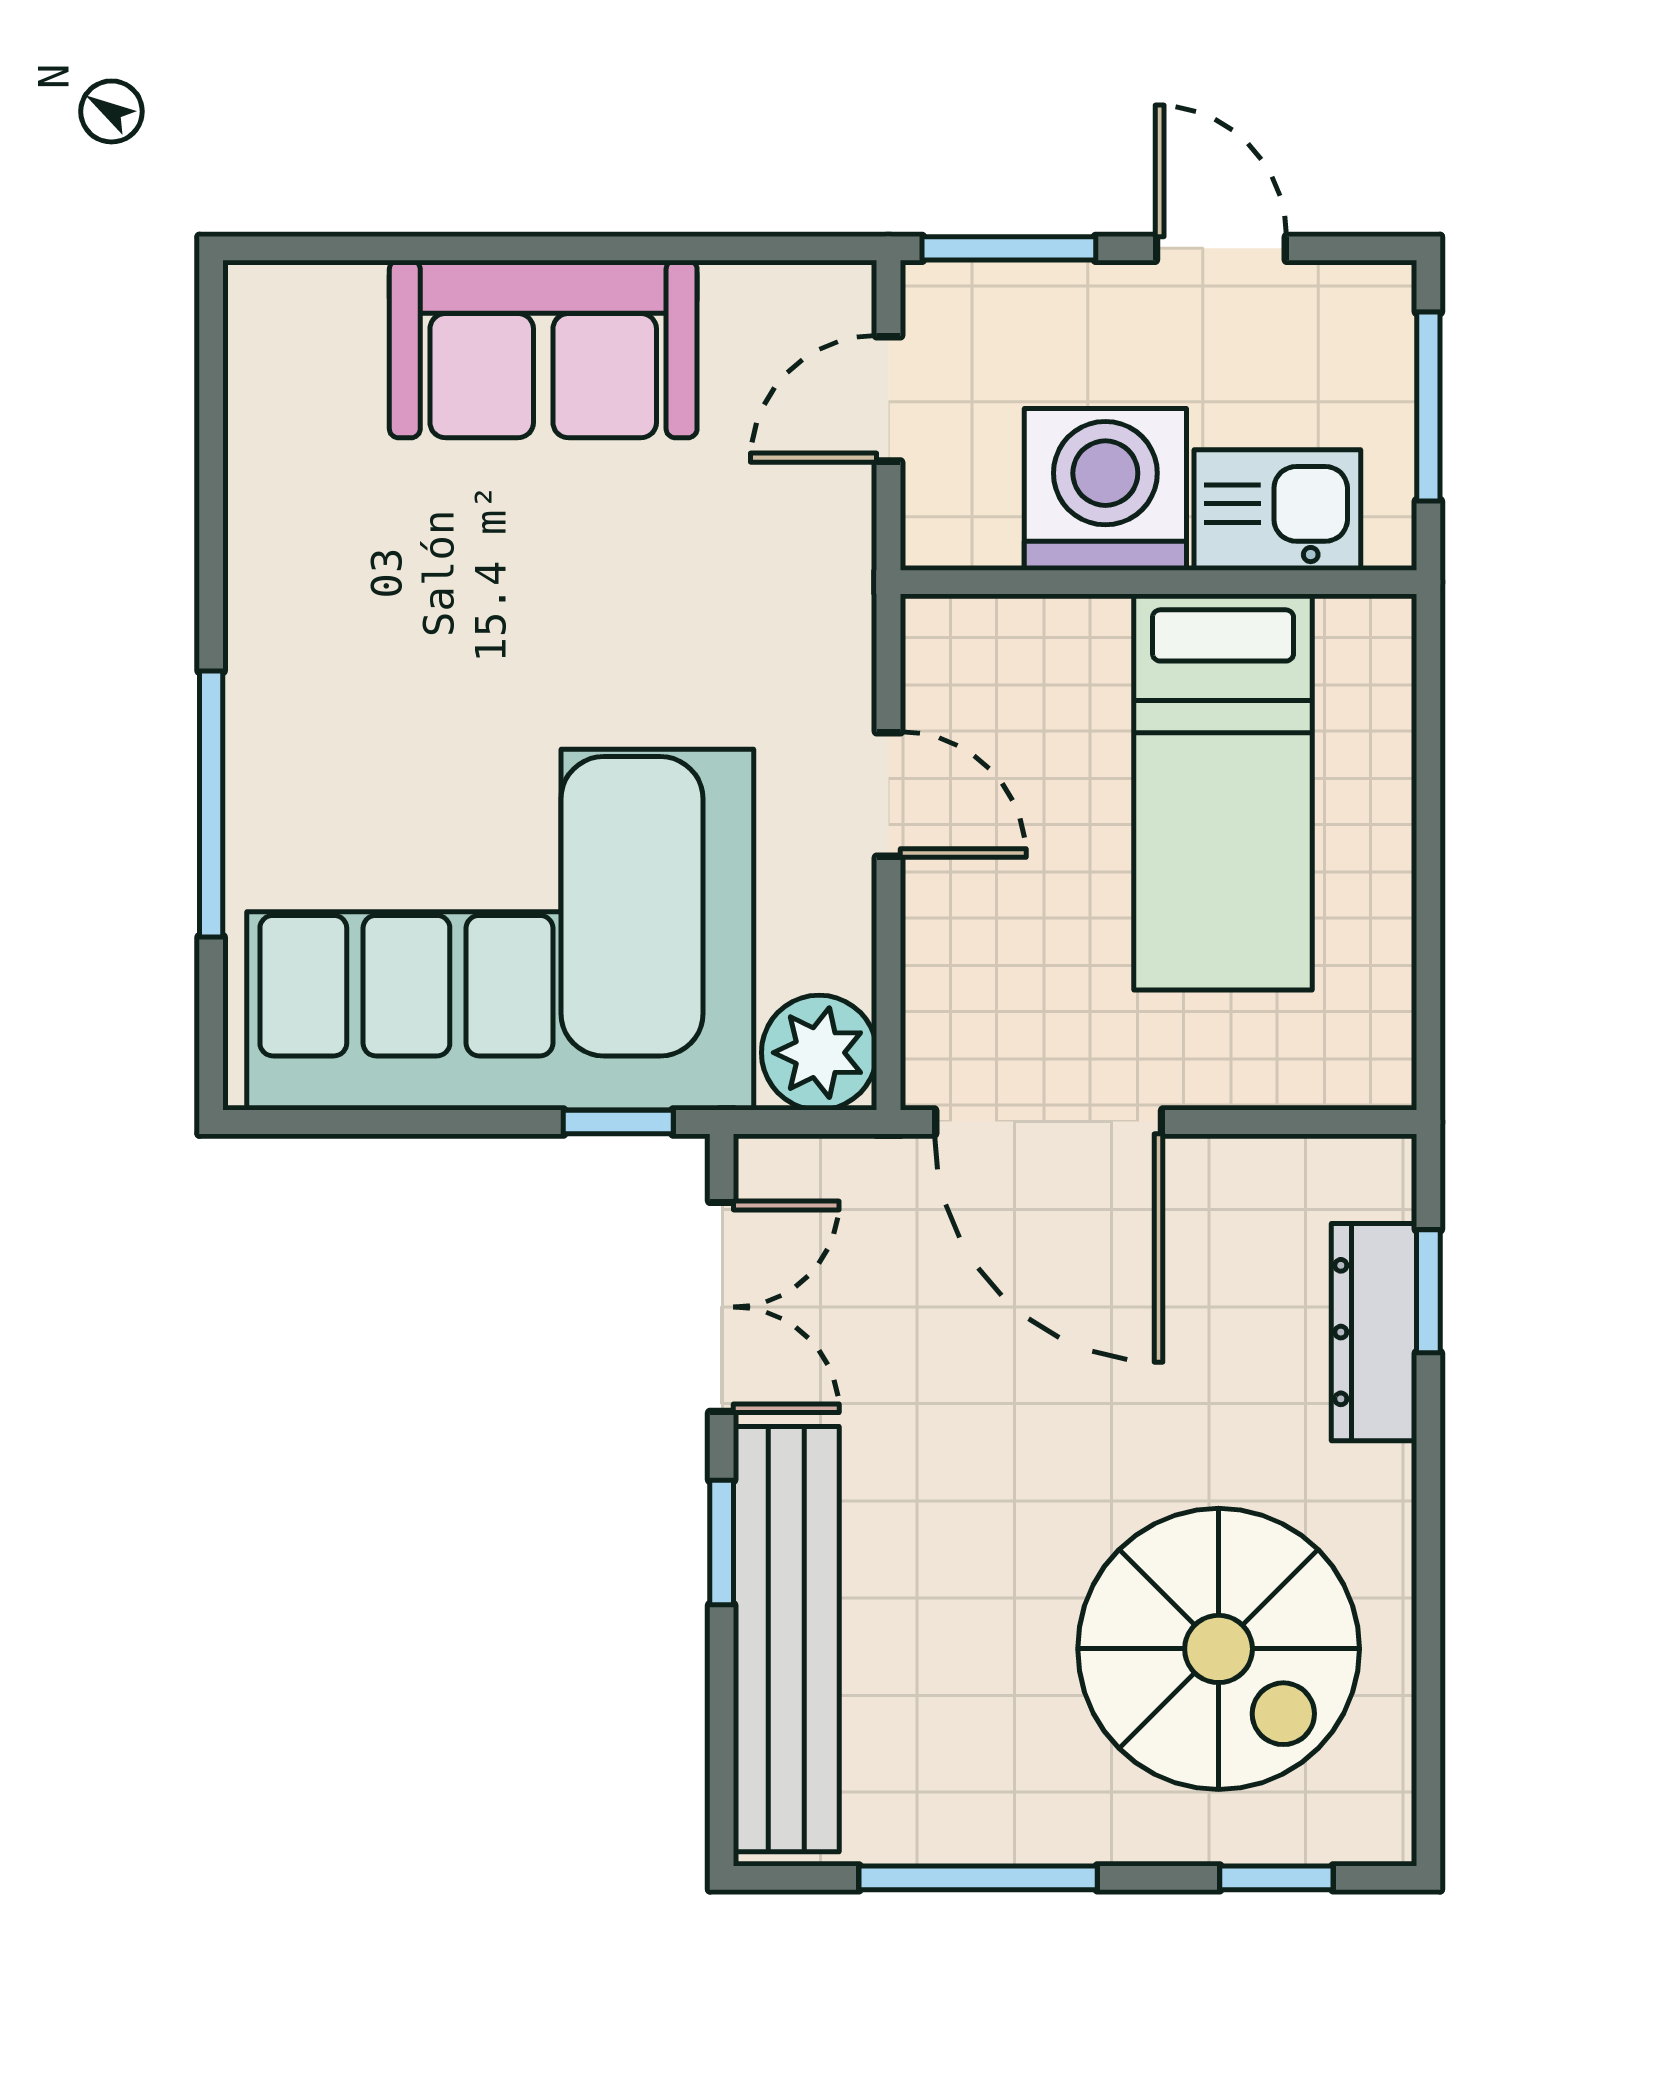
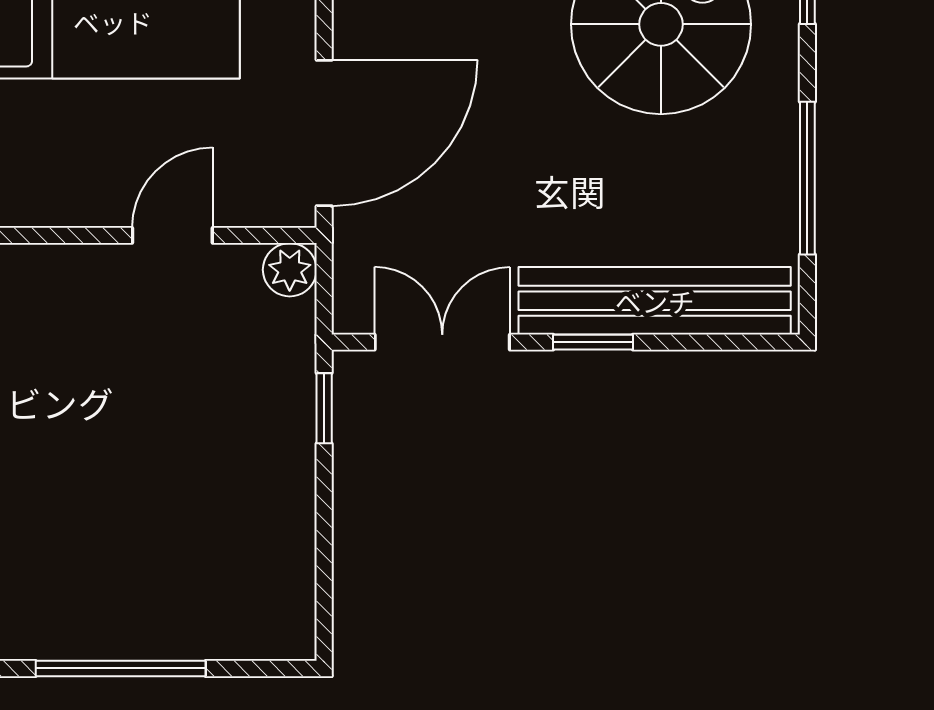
door: (888, 794) -> (172, 235), moved
corner sofa: (500, 930) -> (201, 484), removed
plant: (819, 1053) -> (290, 270), width x0.73, depth x0.73

